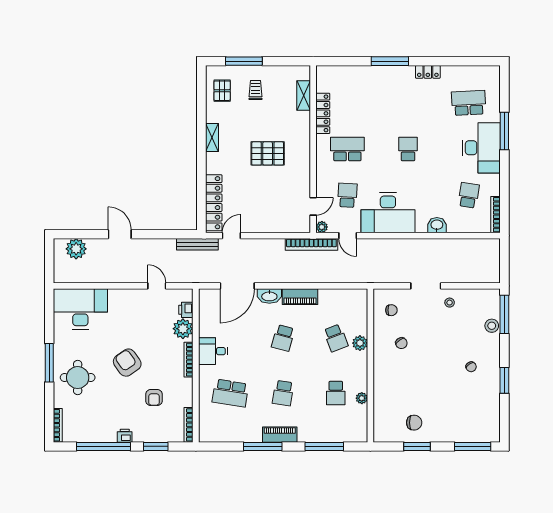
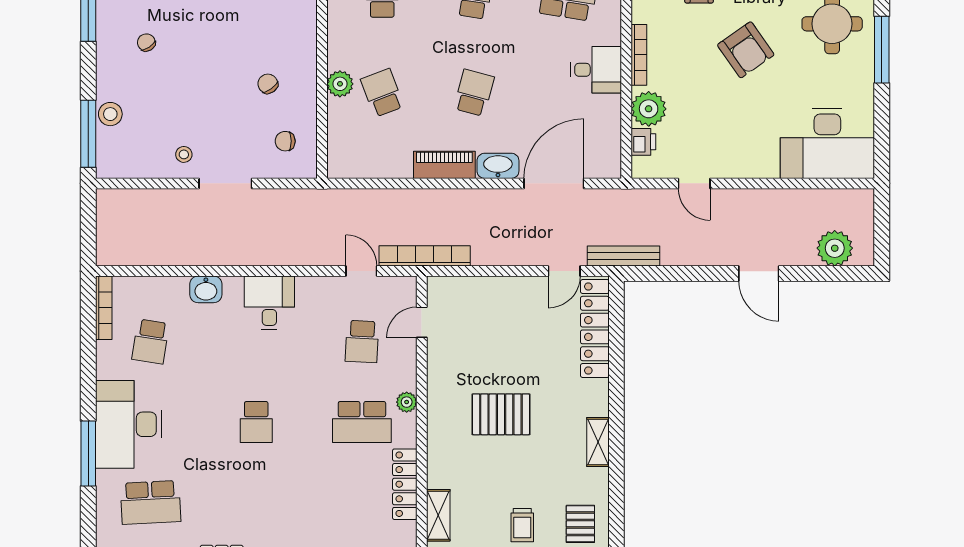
desk: (388, 213) -> (269, 303), width x0.53, depth x0.77
plant: (322, 227) -> (407, 402), moved

